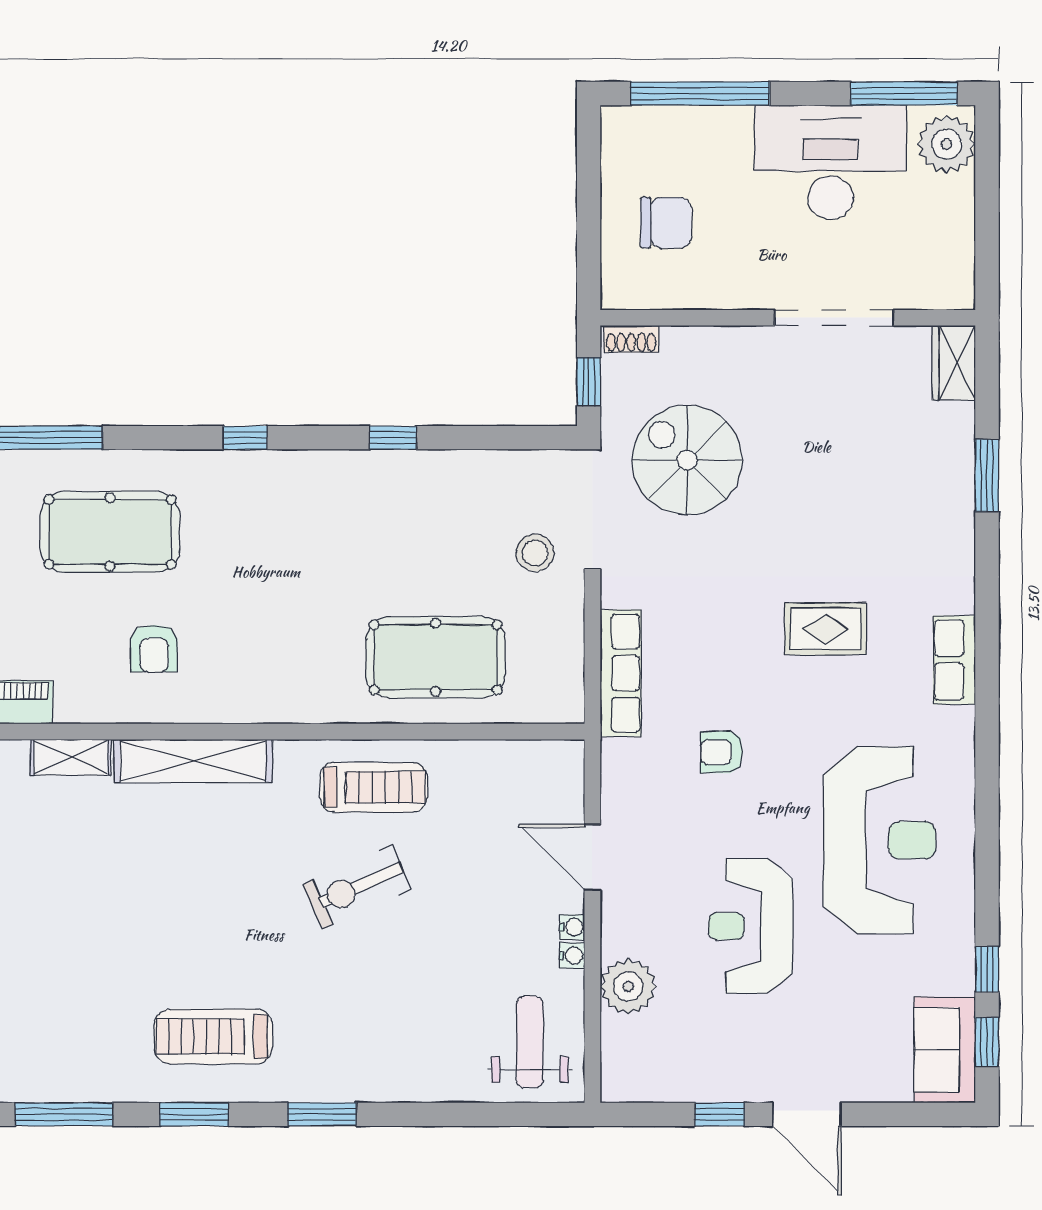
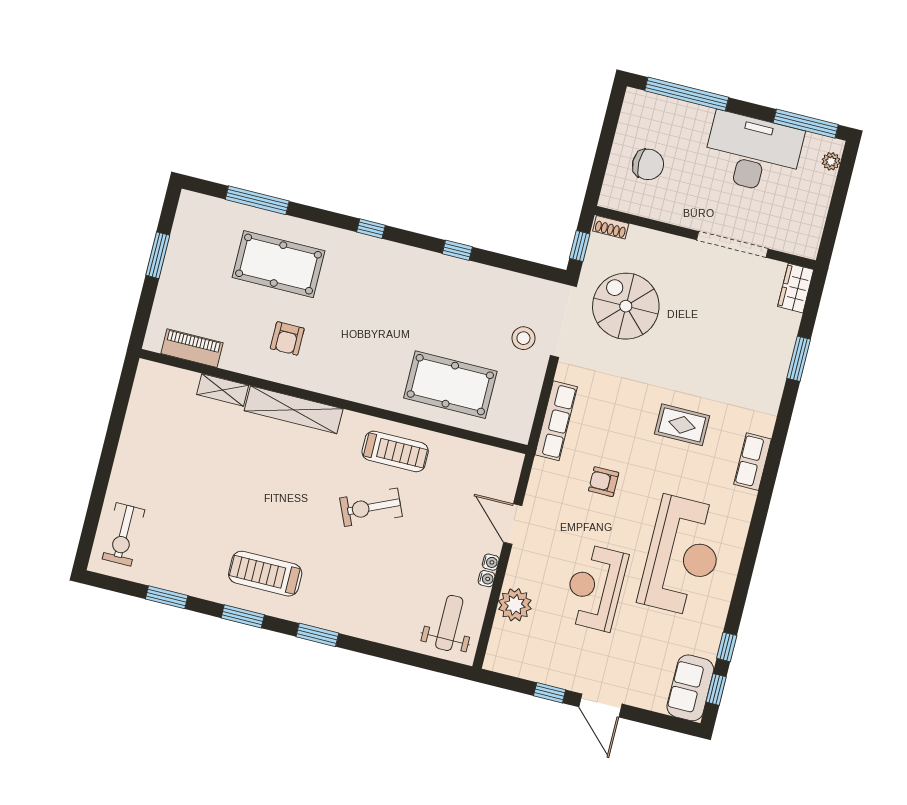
plant: (946, 144) -> (831, 161), width x0.53, depth x0.53
window: (64, 1114) -> (167, 597), width x0.69

